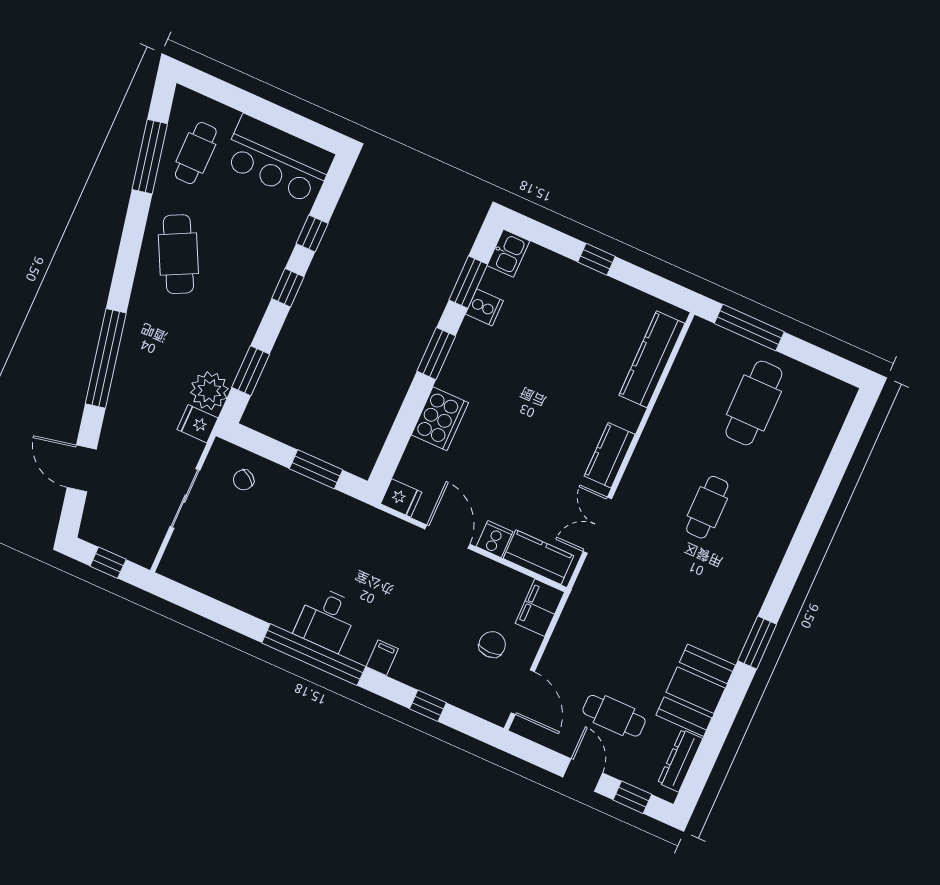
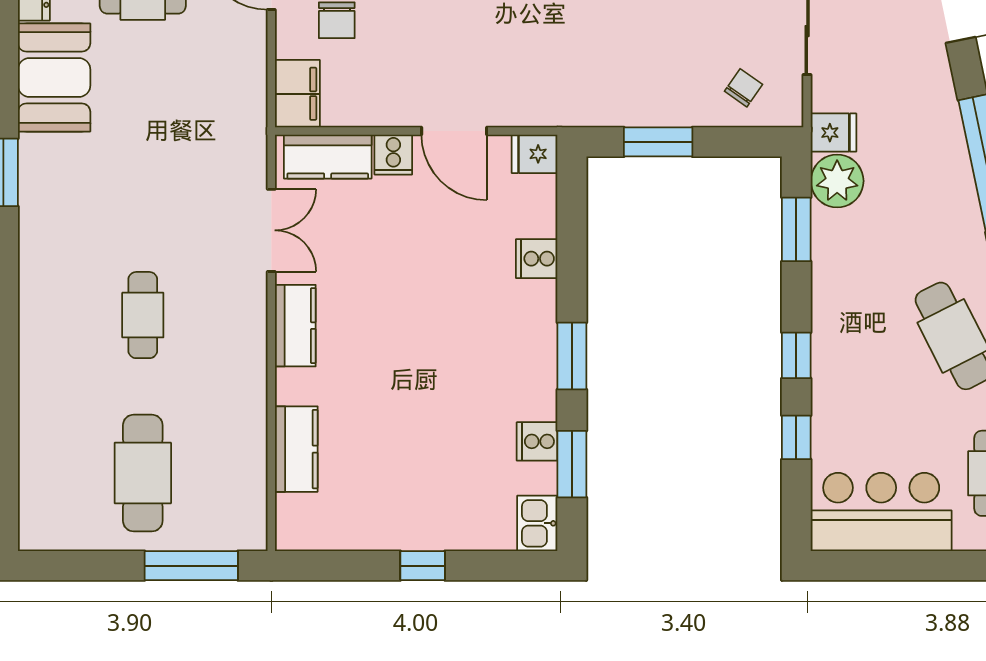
kitchen counter: (652, 359) -> (296, 449), width x0.67
cooker: (440, 419) -> (537, 259), width x0.53, depth x0.76

